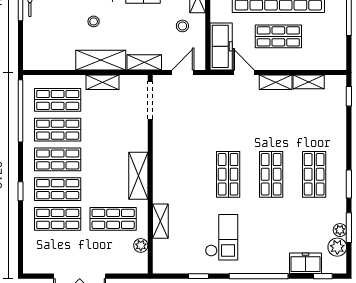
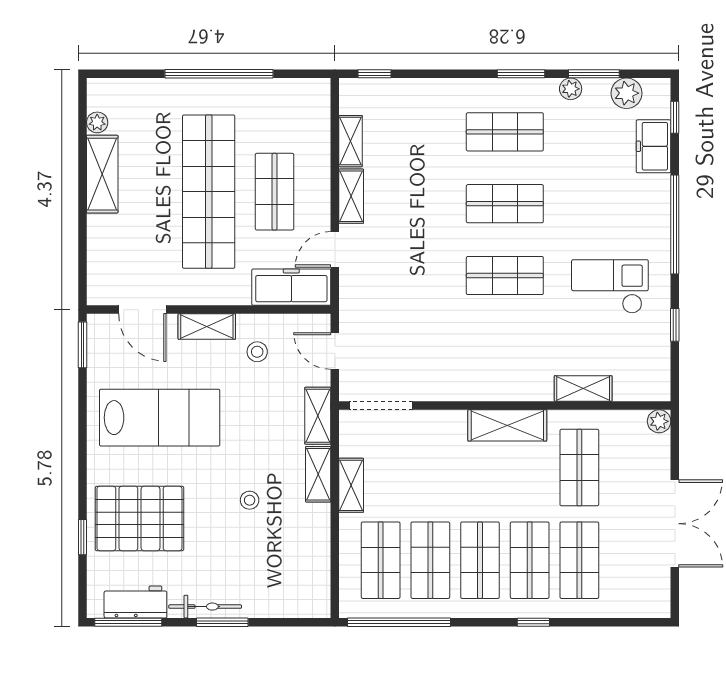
shelving: (101, 60) -> (318, 474), width x0.67, depth x0.75
plant: (340, 230) -> (571, 89), moved
plant: (141, 245) -> (659, 421), moved

